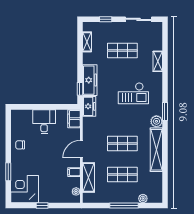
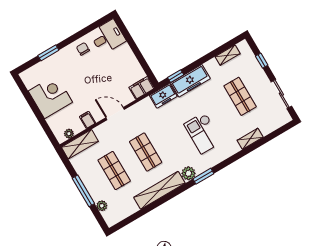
desk: (44, 122) -> (108, 37), moved
shelving: (89, 177) -> (80, 144), moved
corner desk: (25, 189) -> (50, 97), moved
window: (42, 206) -> (34, 108), removed

